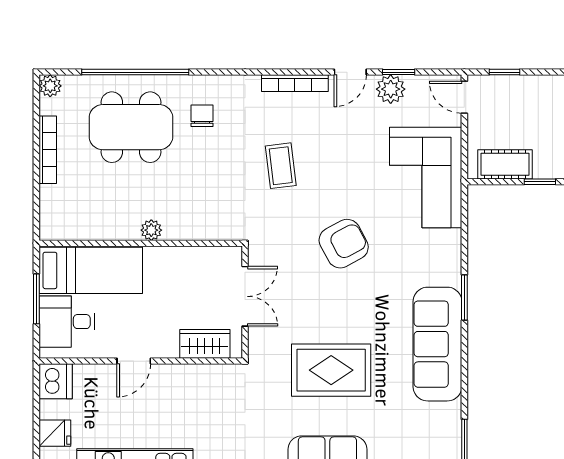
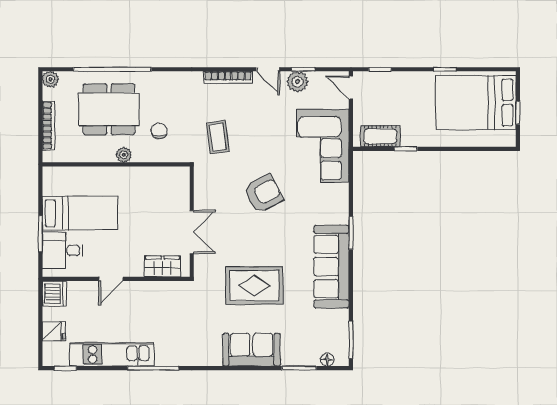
door: (350, 72) -> (268, 69), hinge flipped
chair: (202, 116) -> (159, 131), moved
plant: (151, 230) -> (124, 155), moved
wall: (141, 243) -> (116, 164), moved

